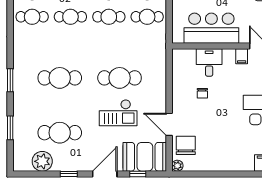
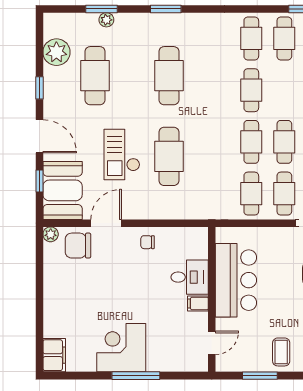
filing cabinet: (242, 56) -> (198, 304), moved
chair: (202, 93) -> (148, 242), moved
plant: (18, 124) -> (106, 20), added
chair: (186, 145) -> (78, 246), turned 180

